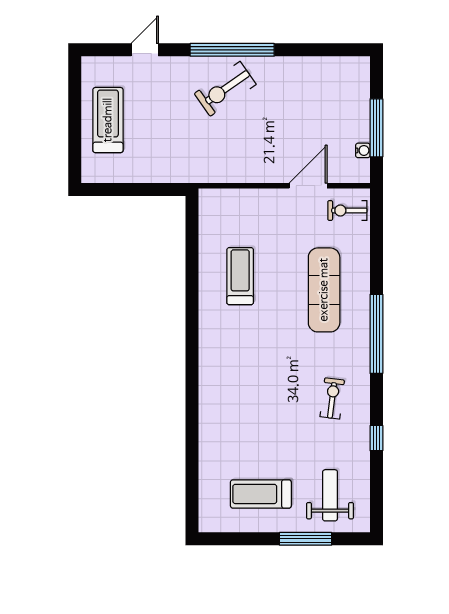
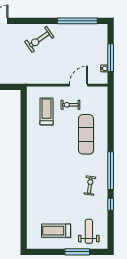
window: (232, 50) -> (77, 21), moved
exercise bike: (347, 210) -> (70, 105), moved
treadmill: (240, 276) -> (46, 111), moved
window: (376, 334) -> (111, 171), moved

